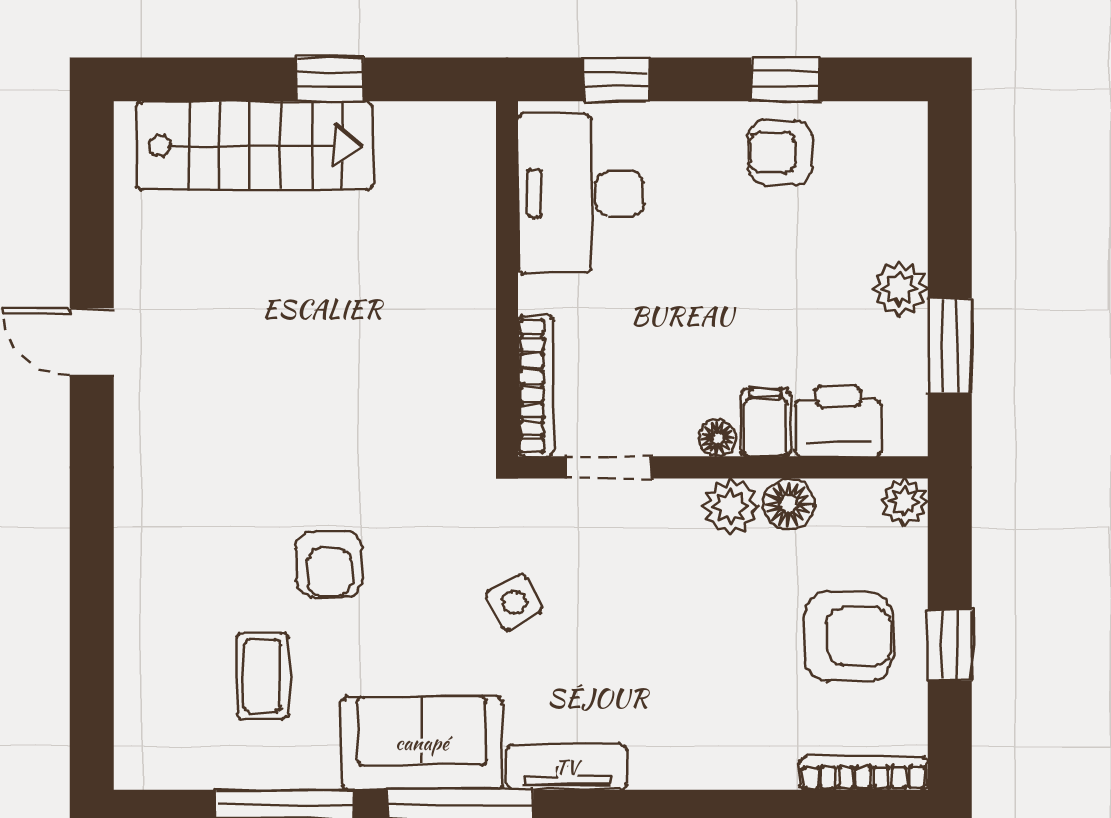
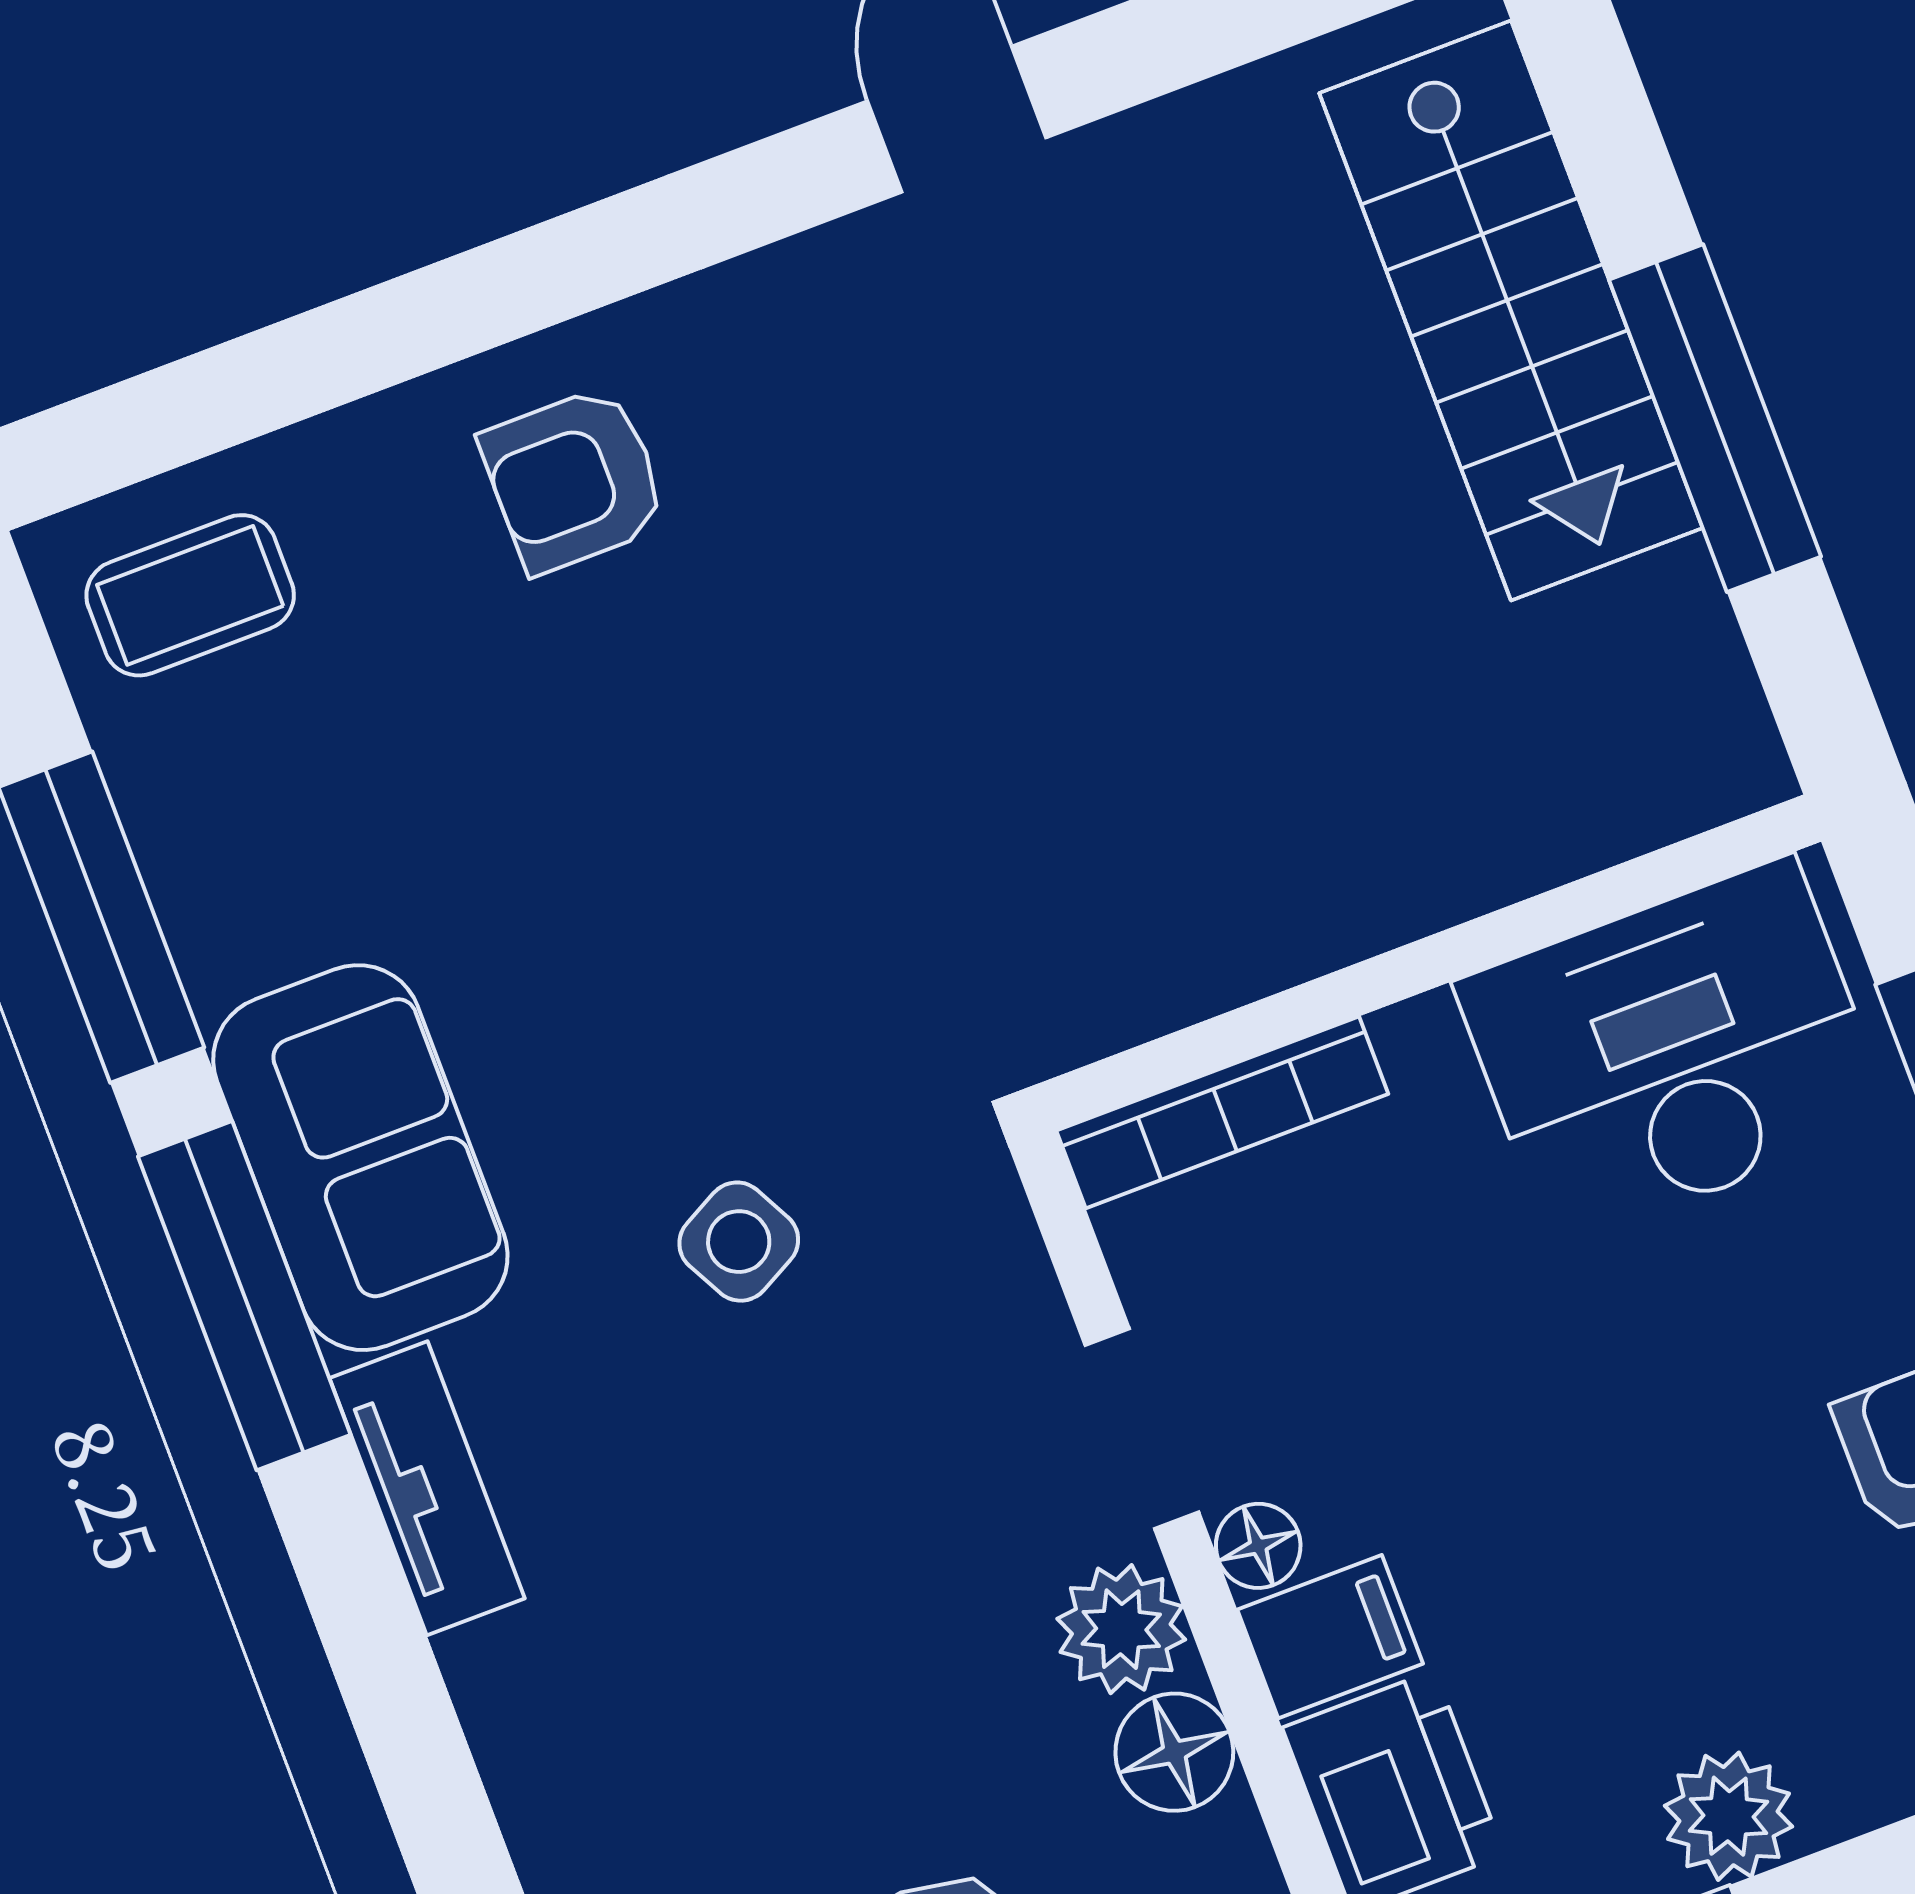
window: (330, 79) -> (1715, 418), width x2.17
doorway: (608, 467) -> (1142, 1429), moved
armchair: (329, 564) -> (574, 480), moved
coffee table: (263, 676) -> (190, 595), moved

